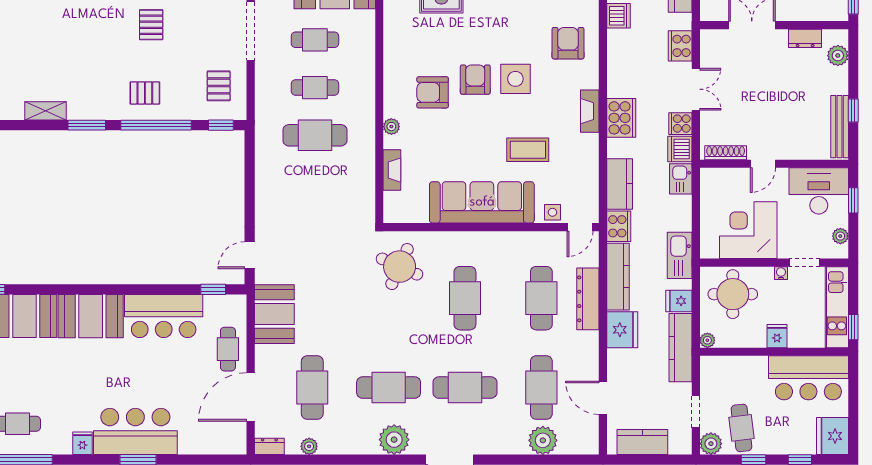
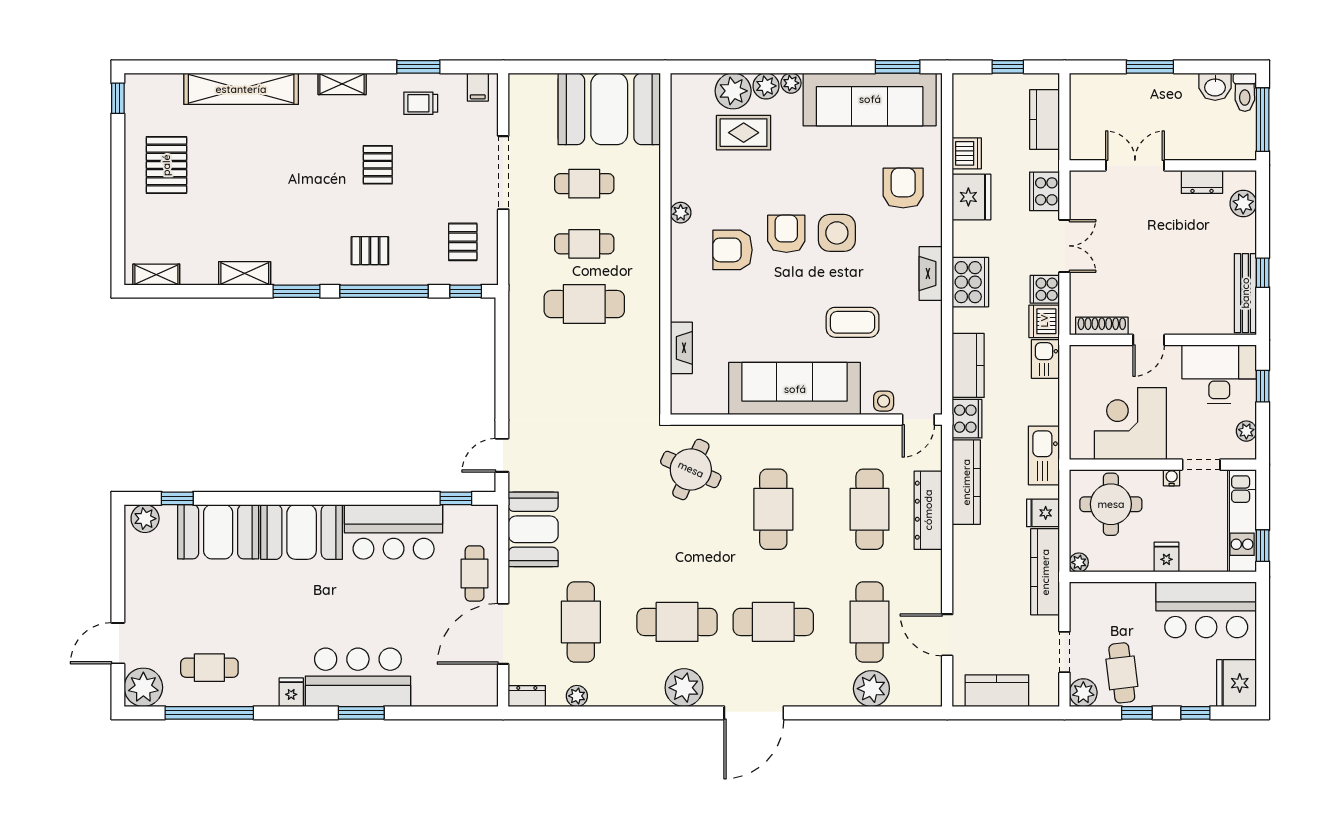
plant: (391, 127) -> (681, 213), moved
fridge: (622, 330) -> (971, 197), moved

